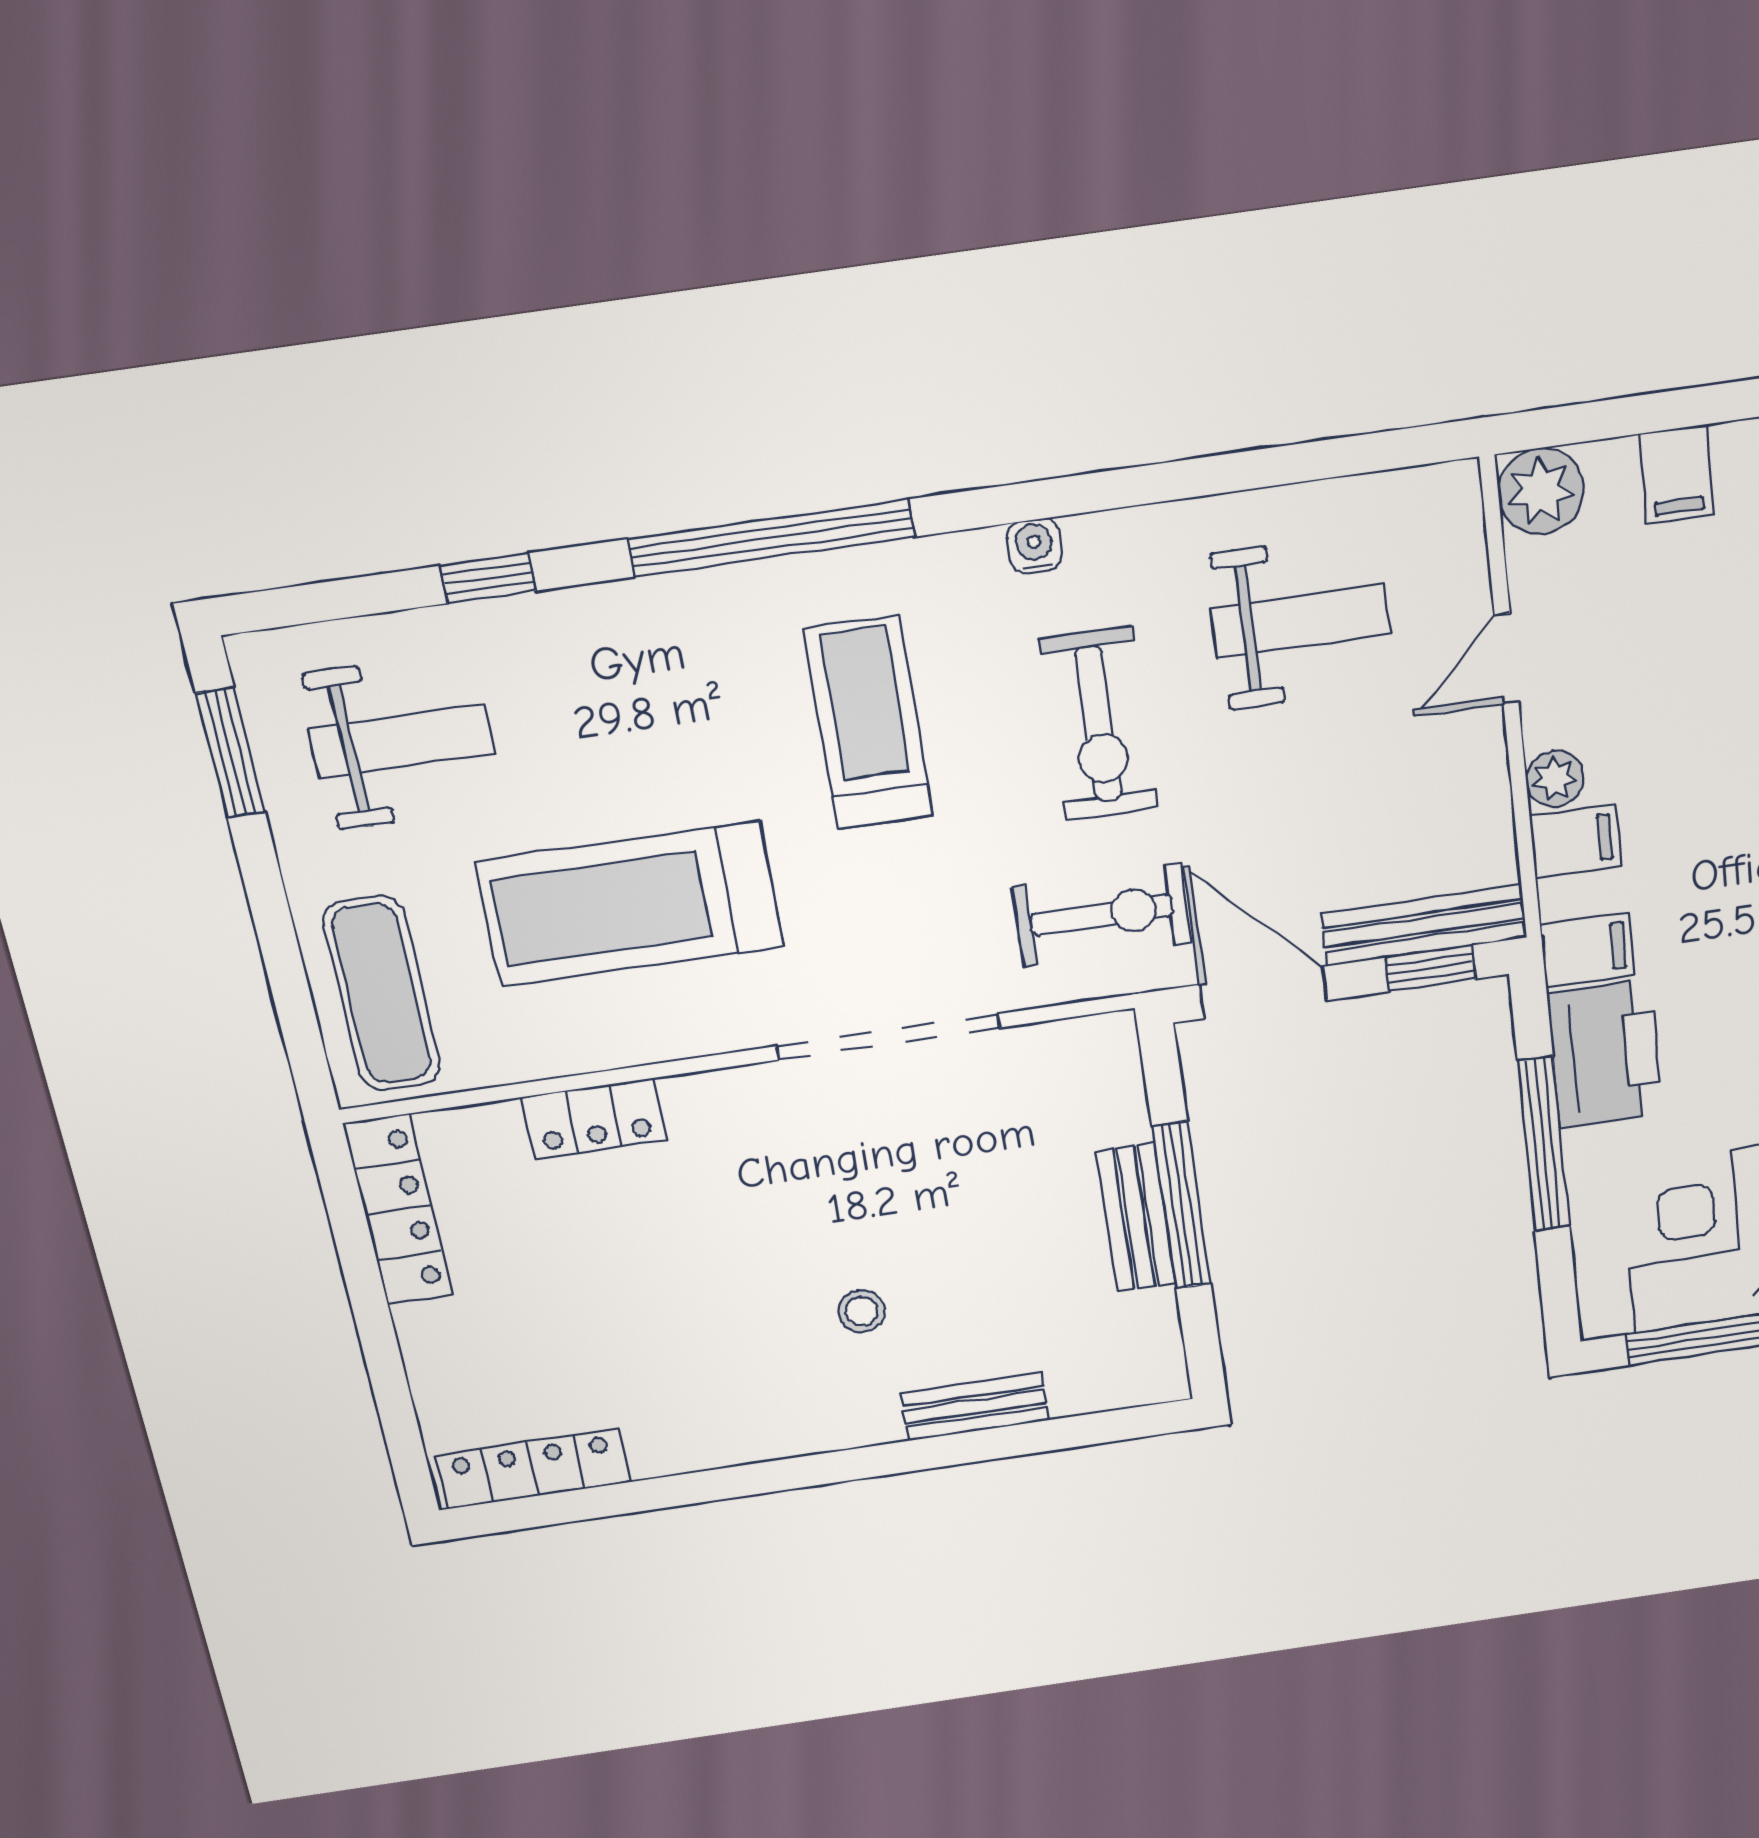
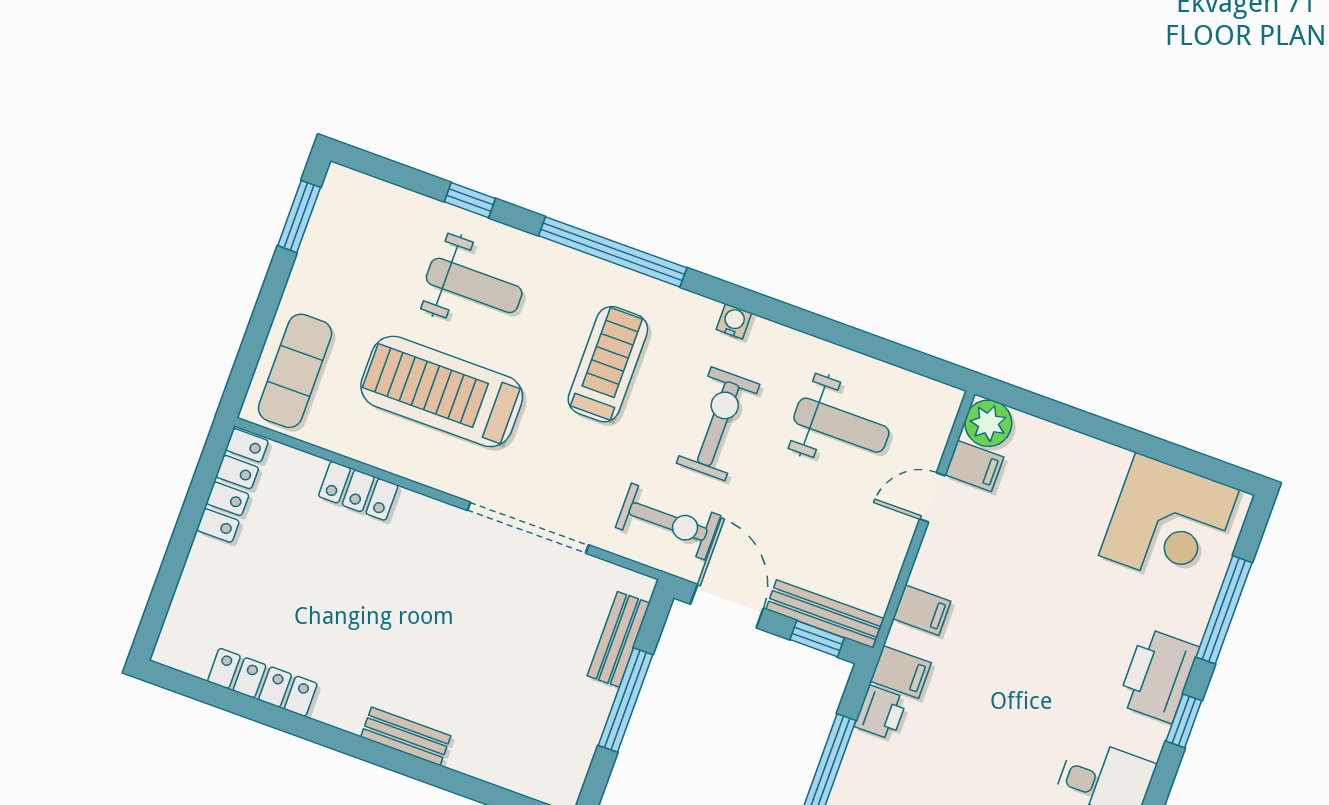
filing cabinet: (1677, 474) -> (974, 466), moved, turned -90
exercise bike: (1098, 724) -> (718, 424), turned 180
weight bench: (402, 741) -> (474, 285), moved
plant: (1555, 779) -> (927, 572), removed
printer: (1605, 1054) -> (881, 712), width x0.53, depth x0.68
bench: (1136, 1218) -> (619, 639), moved
stool: (862, 1311) -> (431, 669), removed
bench: (975, 1407) -> (406, 736), moved
locker: (533, 1469) -> (262, 682), moved

